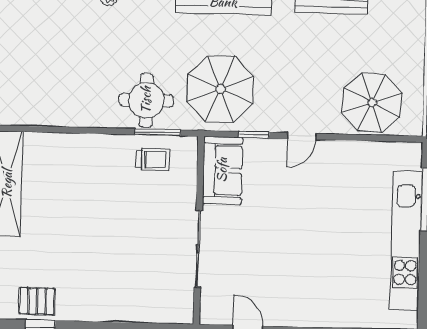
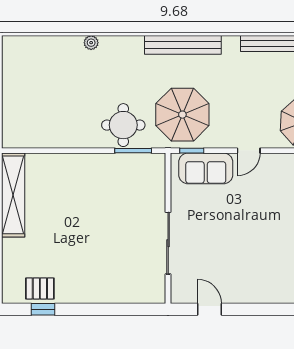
window: (254, 135) -> (192, 151), moved
trolley: (153, 160) -> (130, 173), removed
sofa: (222, 170) -> (206, 168), moved, turned 90

